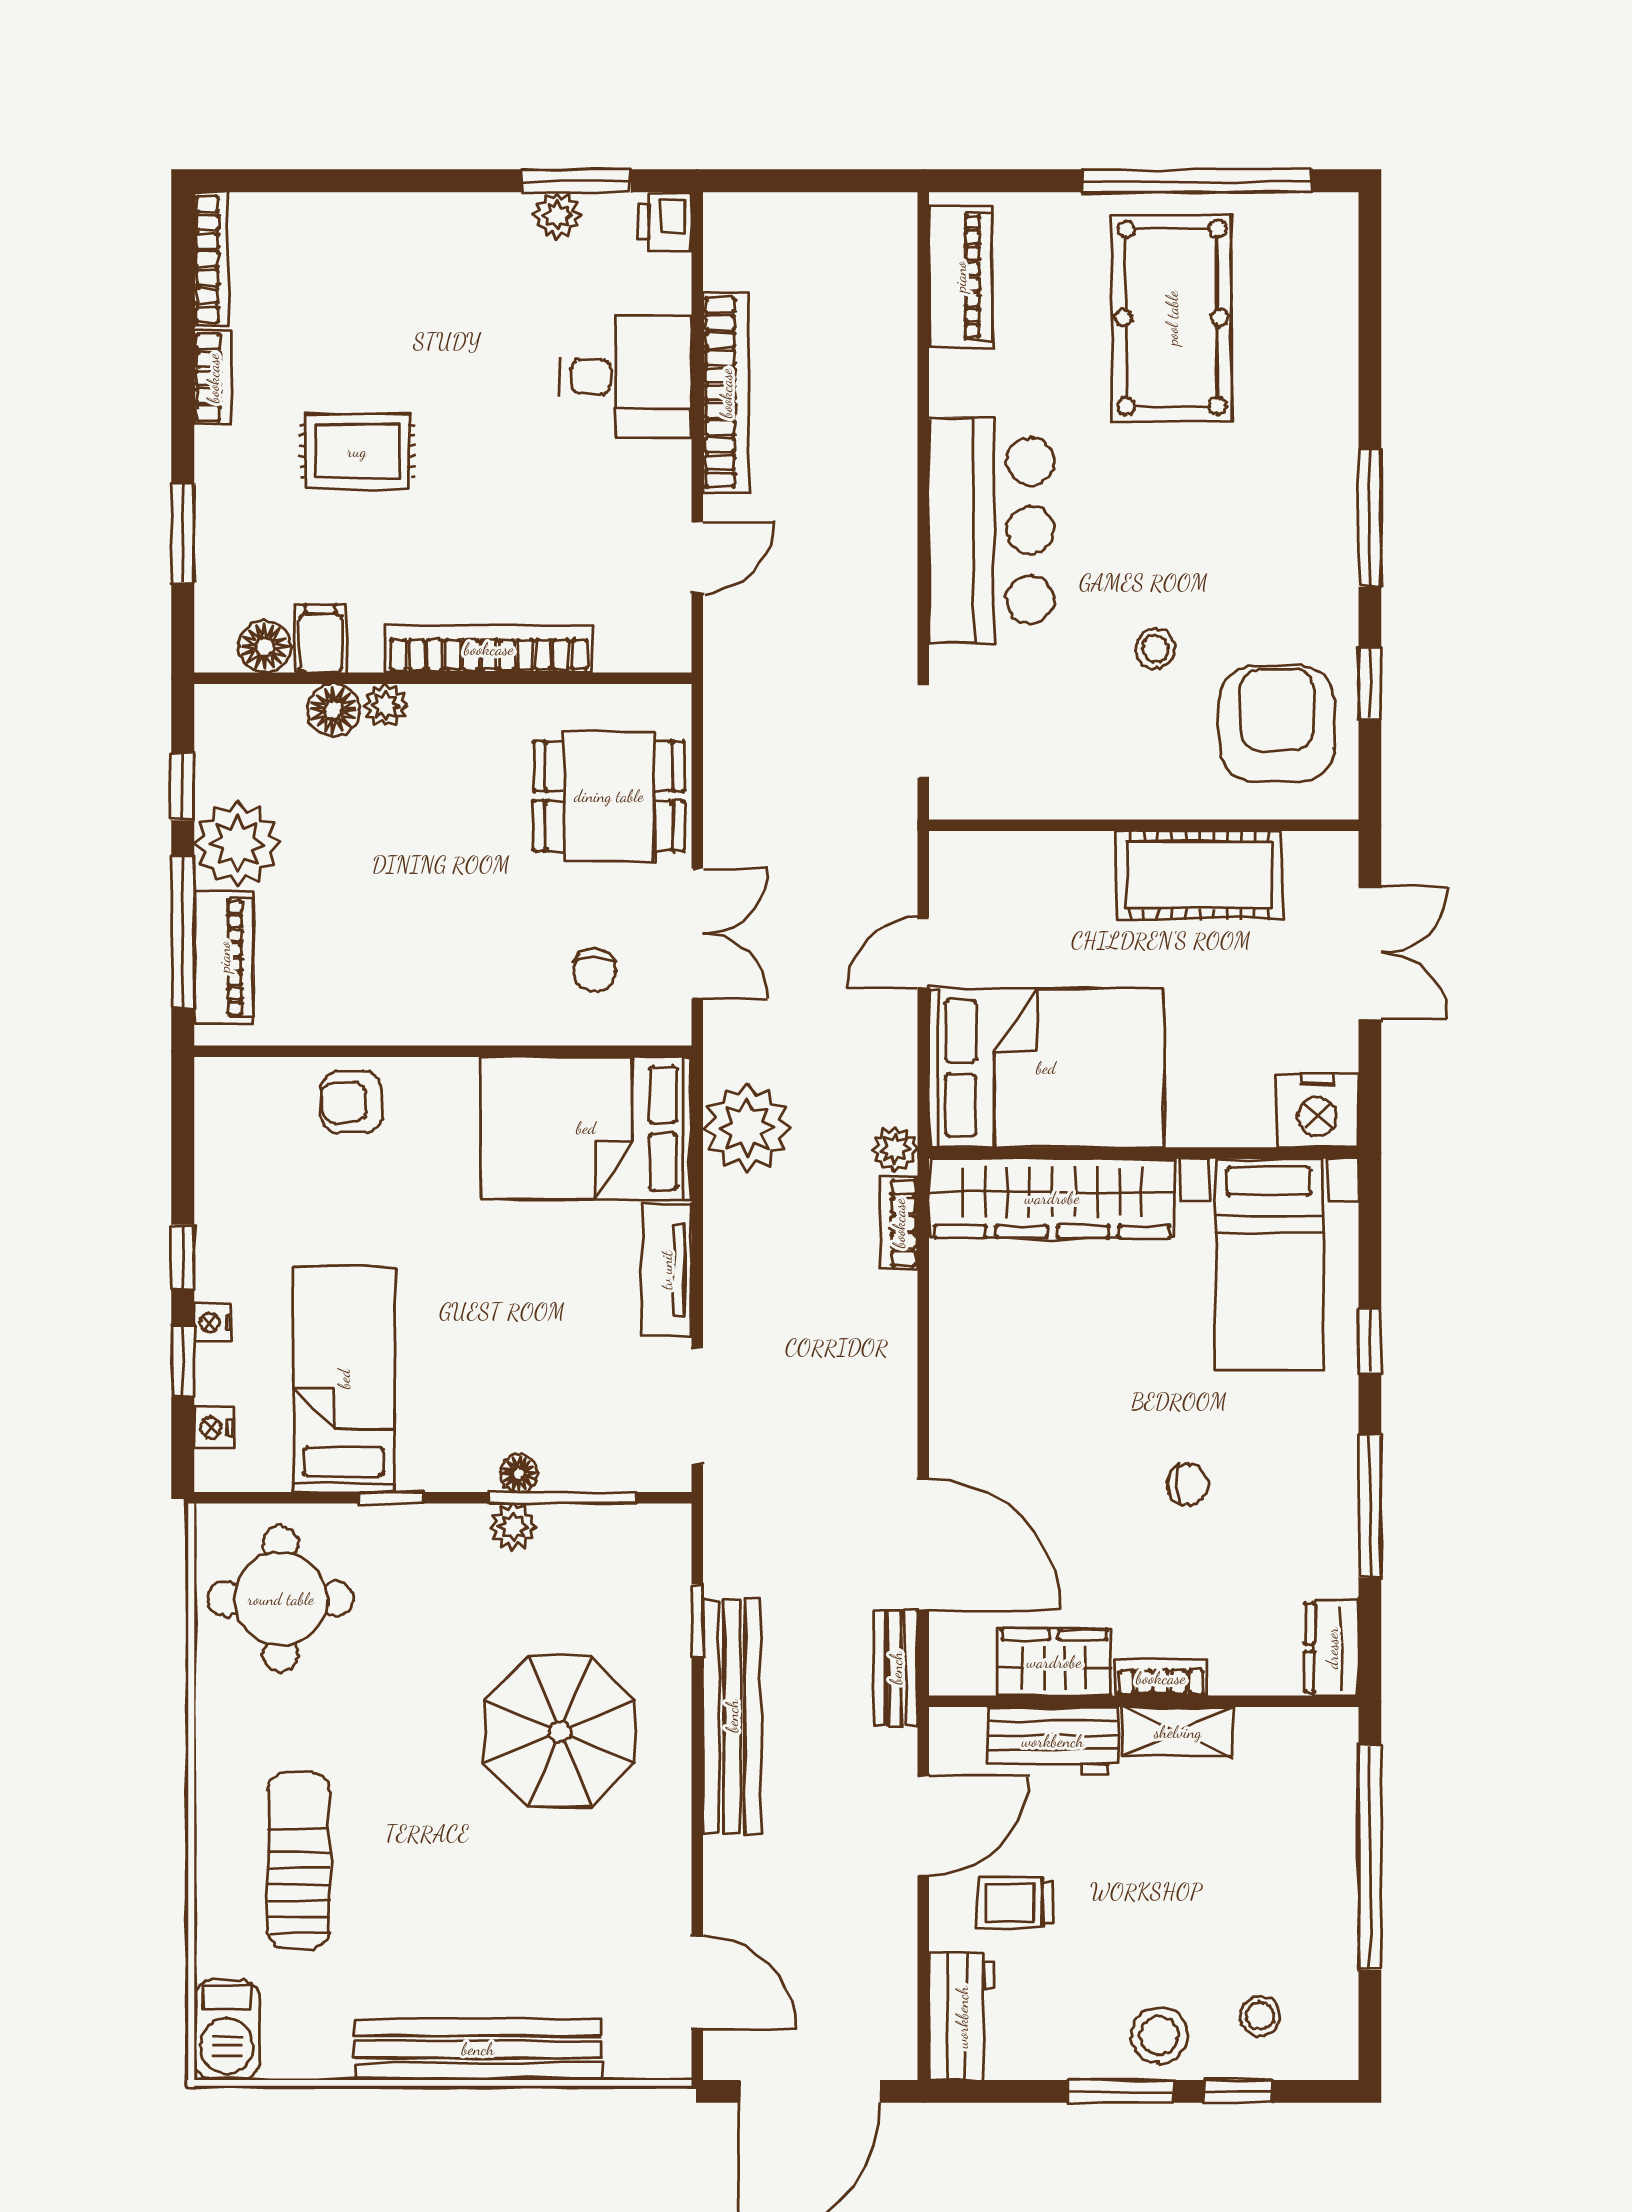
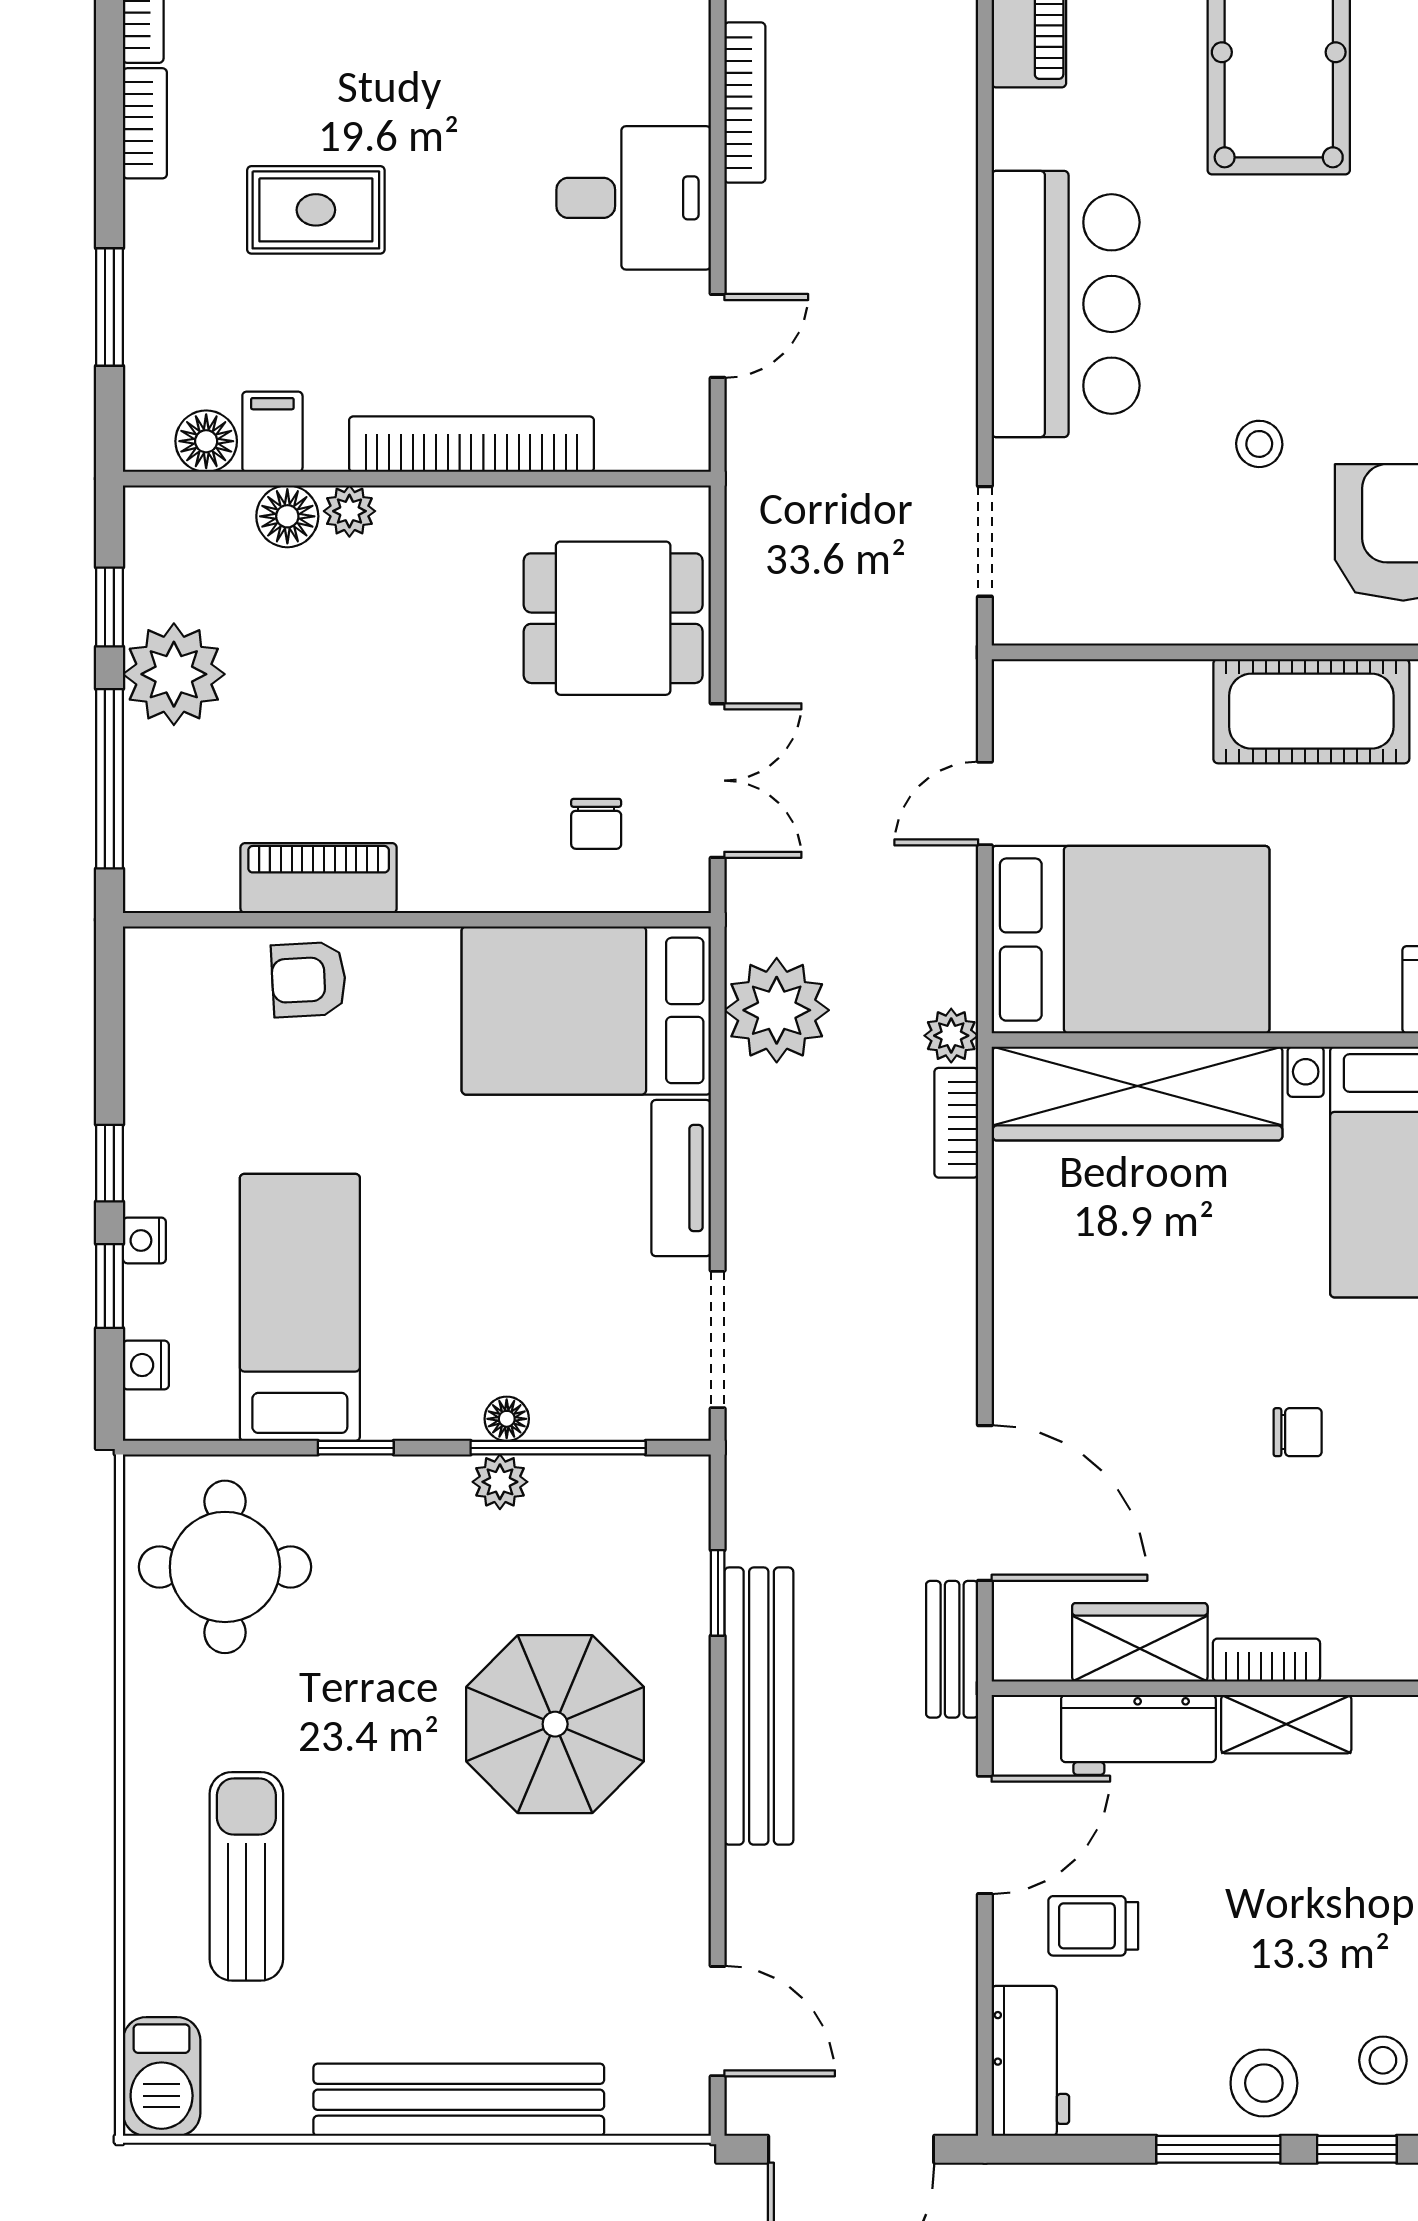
desk: (626, 377) -> (634, 198), moved
bookcase: (726, 393) -> (745, 103), width x0.68, depth x0.76
piano: (224, 957) -> (319, 878), moved, turned -90

